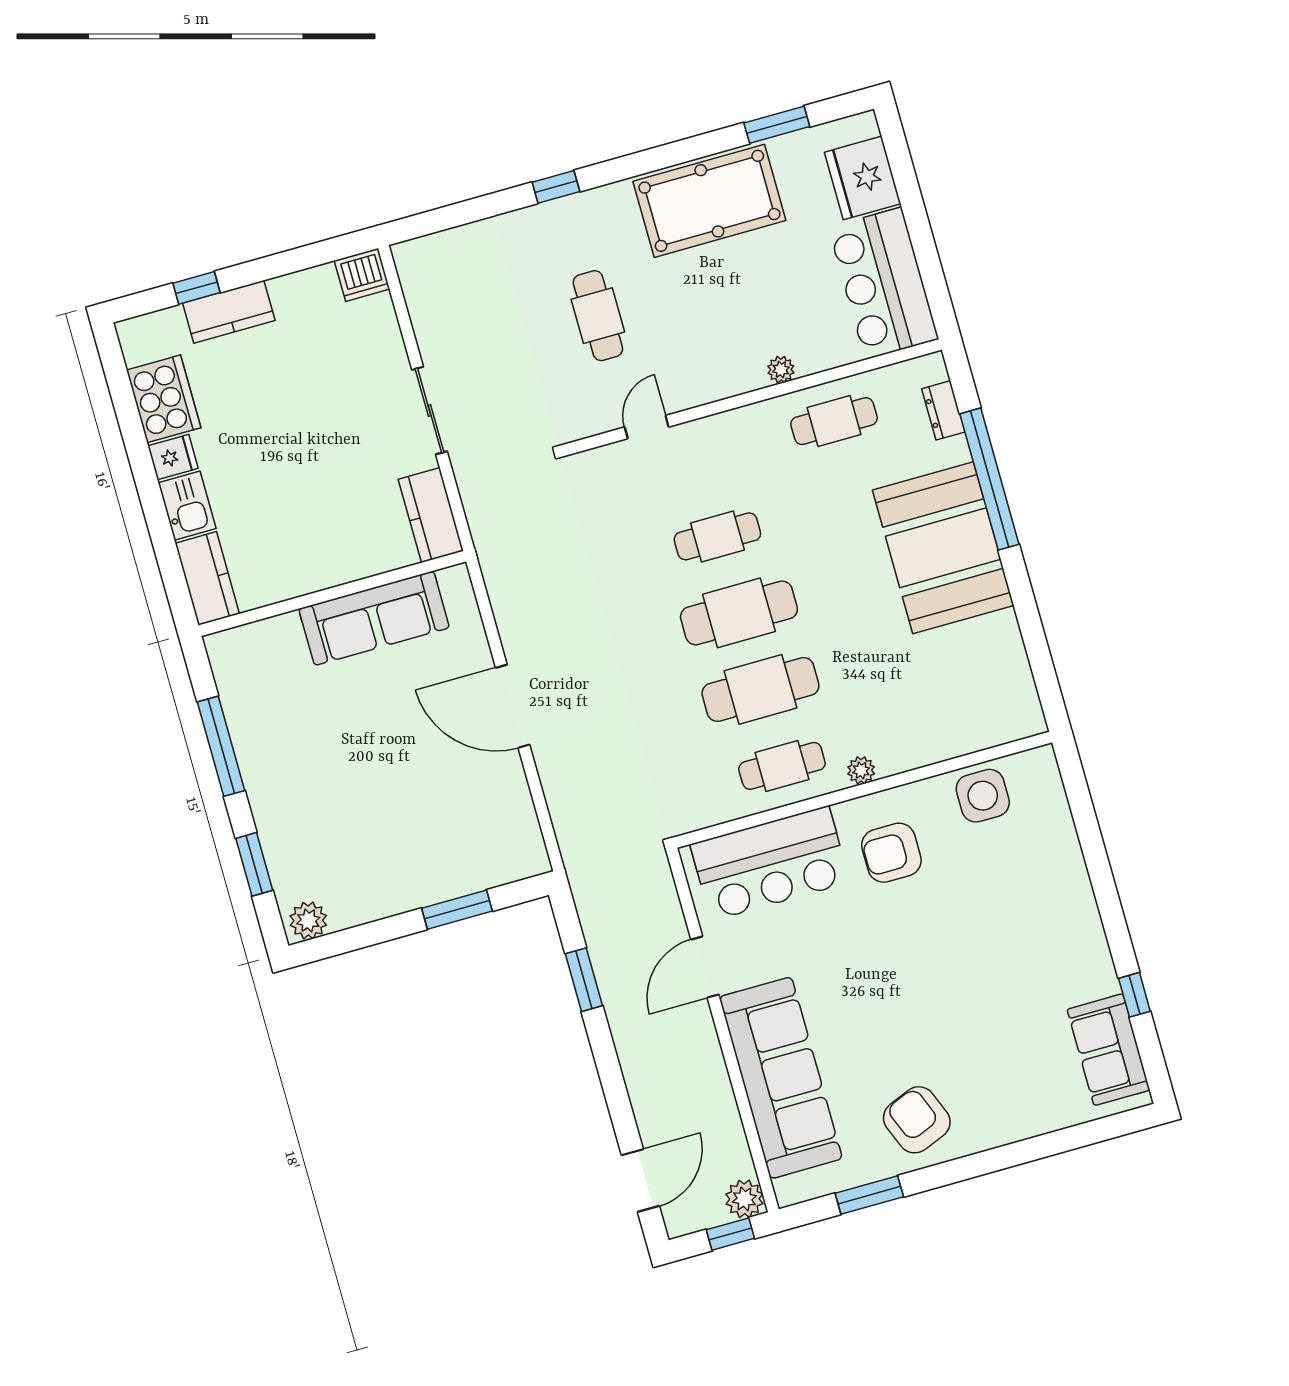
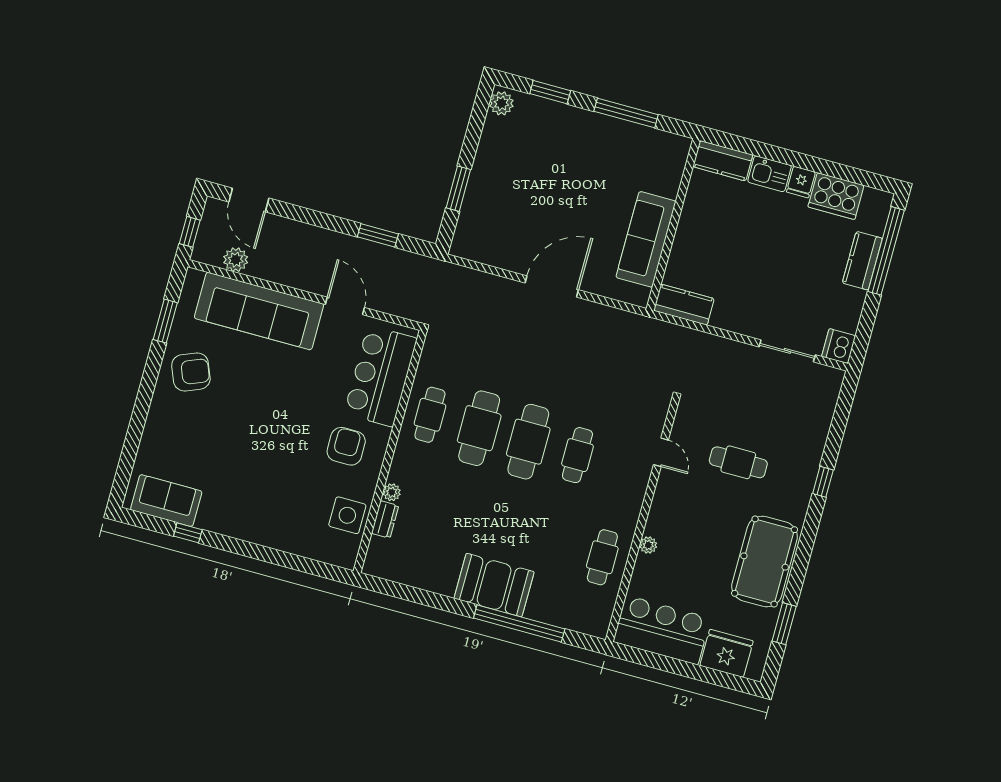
window: (196, 288) -> (886, 251), width x3.17
sliding door: (430, 410) -> (787, 351), moved
dresser: (943, 410) -> (385, 519), moved, turned 90
booth: (943, 548) -> (494, 585), width x0.73, depth x0.70
plant: (861, 770) -> (392, 492), moved
plant: (744, 1199) -> (236, 260), moved

